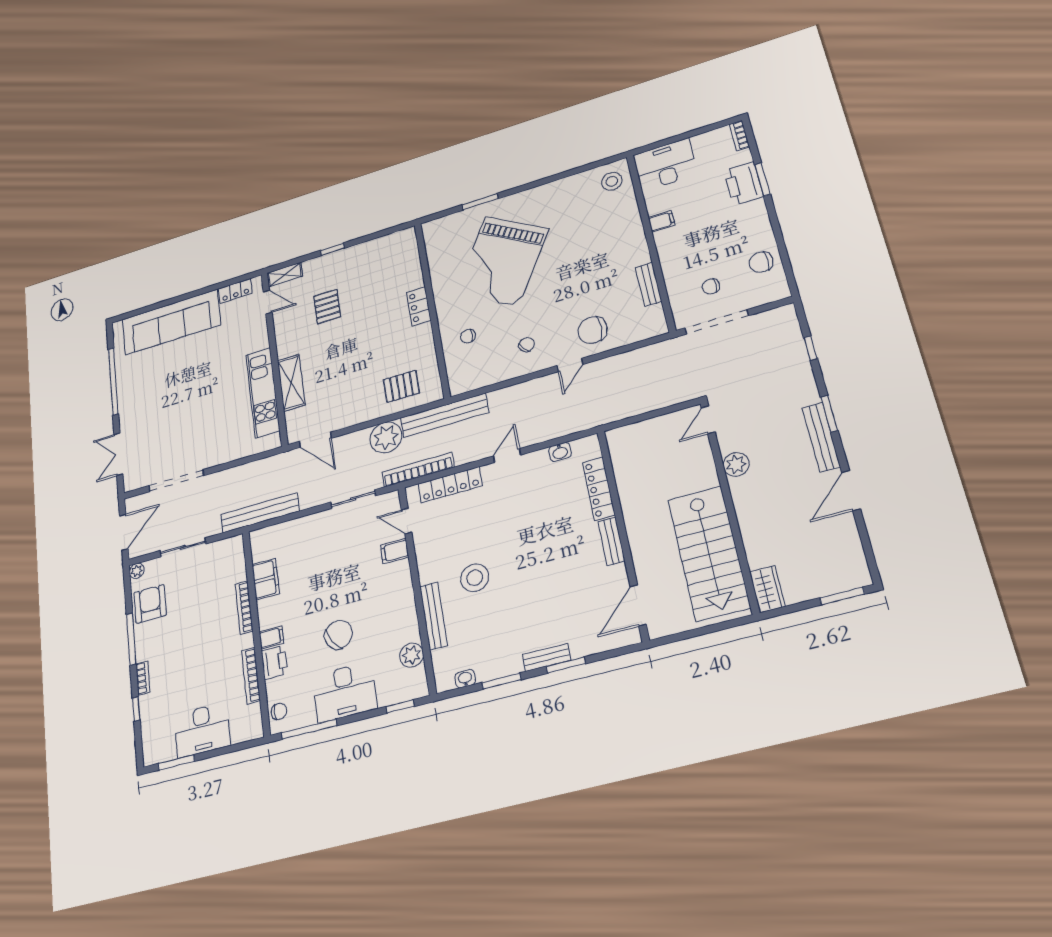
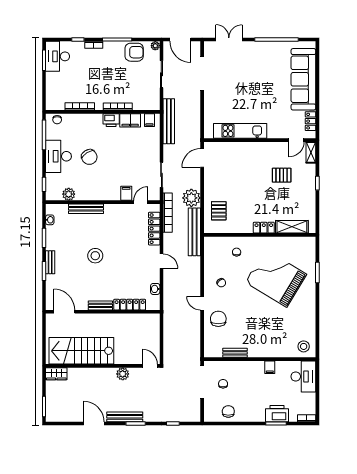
shelving: (291, 383) -> (292, 227), moved
stool: (475, 578) -> (95, 256), moved
filing cabinet: (271, 637) -> (149, 120), moved
printer: (274, 662) -> (111, 120), moved
desk: (202, 730) -> (58, 56), moved

